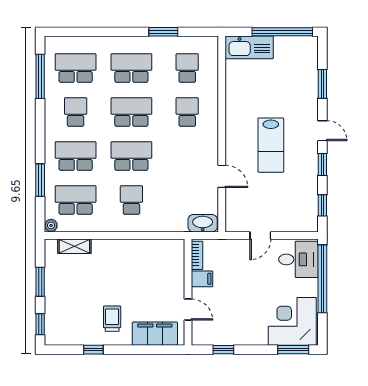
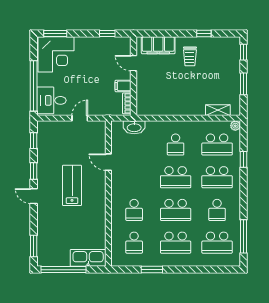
window: (322, 84) -> (34, 246), moved
window: (40, 180) -> (243, 159), width x0.67
washbasin: (203, 223) -> (134, 127), moved

